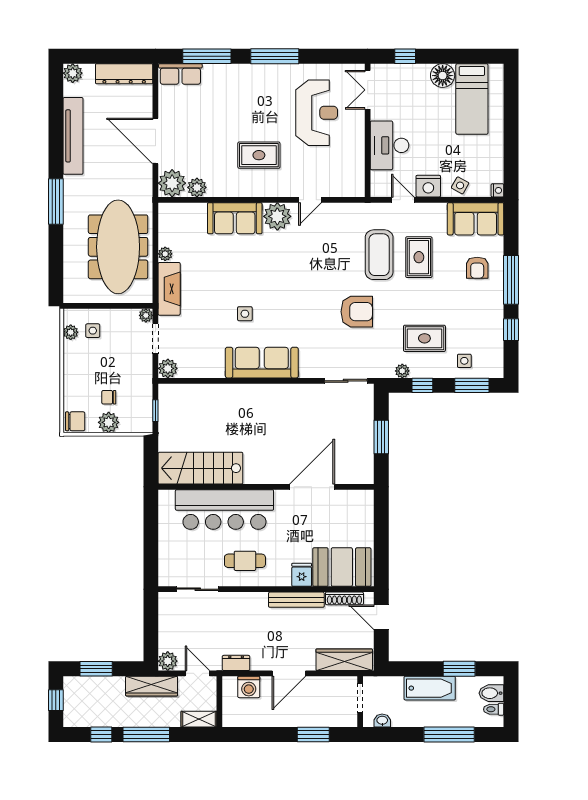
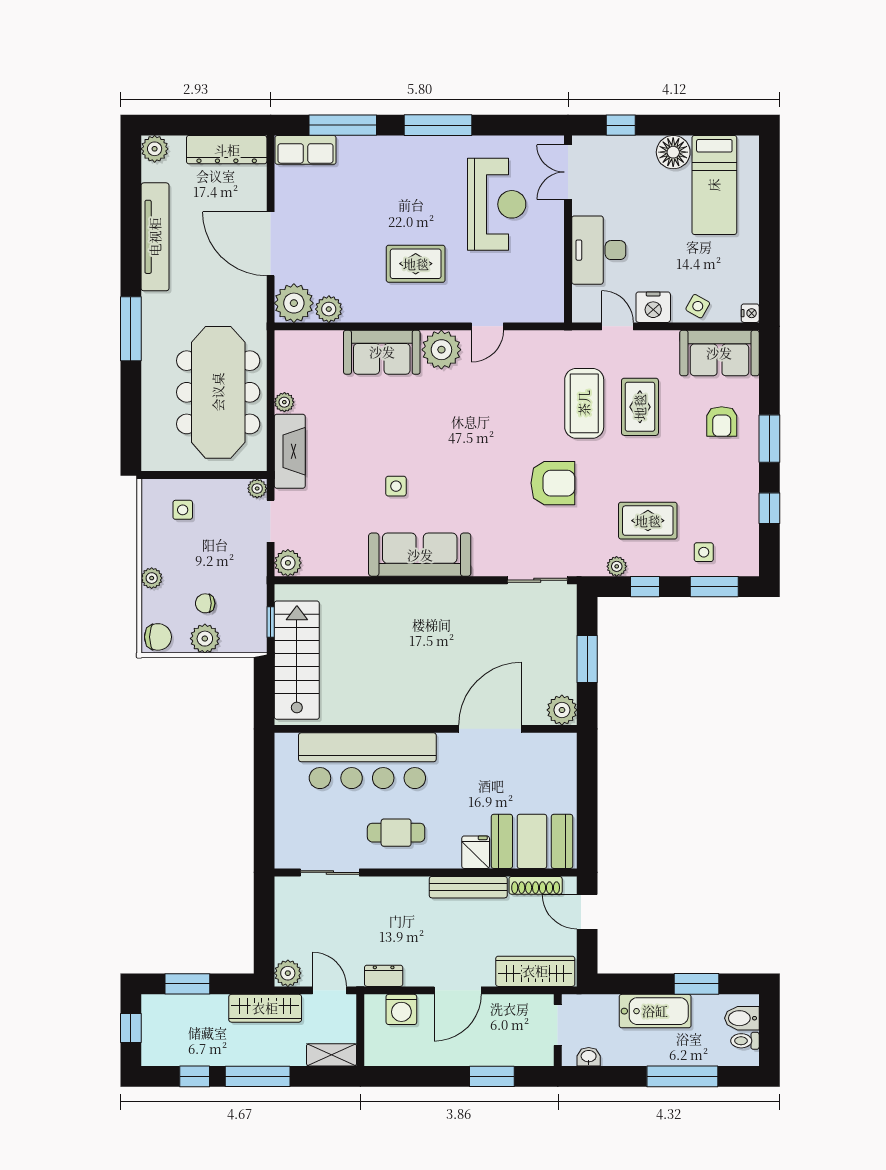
window: (511, 280) -> (769, 439), width x0.69
plant: (71, 332) -> (152, 578), moved
stairs: (200, 468) -> (297, 660), moved, turned 90
plant: (363, 473) -> (562, 710), added

